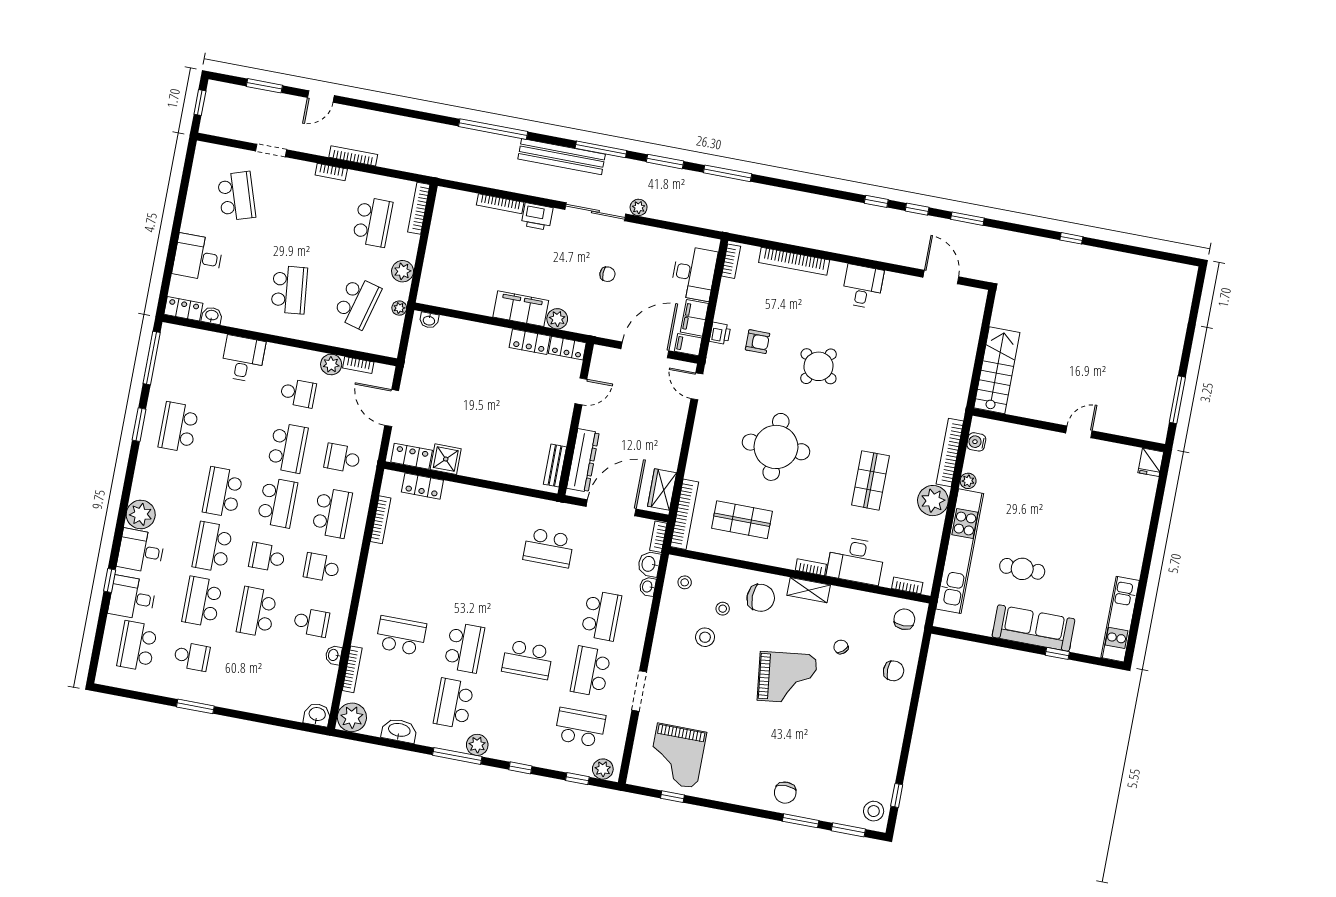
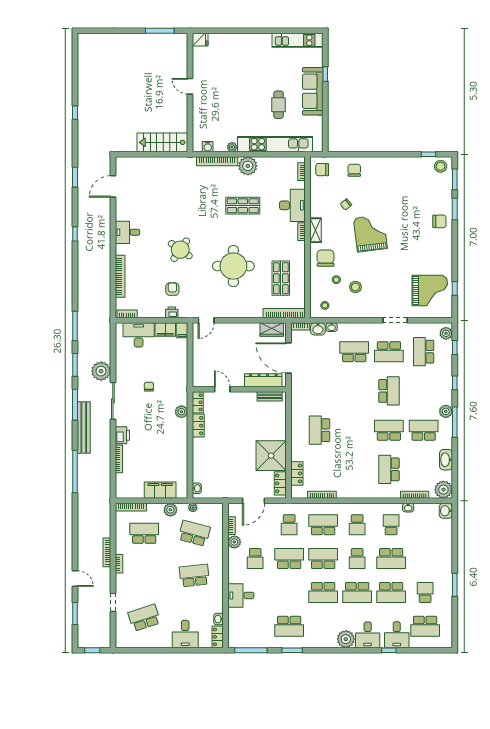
plant: (639, 207) -> (101, 371), width x1.88, depth x1.88
window: (917, 209) -> (75, 208), removed
filing cabinet: (521, 309) -> (160, 490), moved, turned 90
door: (645, 350) -> (190, 356), removed
school desk: (298, 393) -> (255, 559), turned 180
shower: (446, 459) -> (271, 456), width x1.86, depth x1.86
school desk: (549, 548) -> (320, 430), moved, turned 180
school desk: (454, 703) -> (424, 430), turned 180

